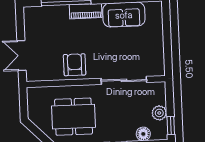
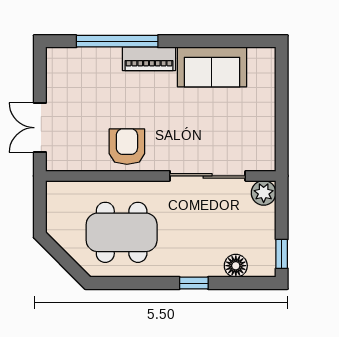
plant: (159, 113) -> (264, 193), moved

